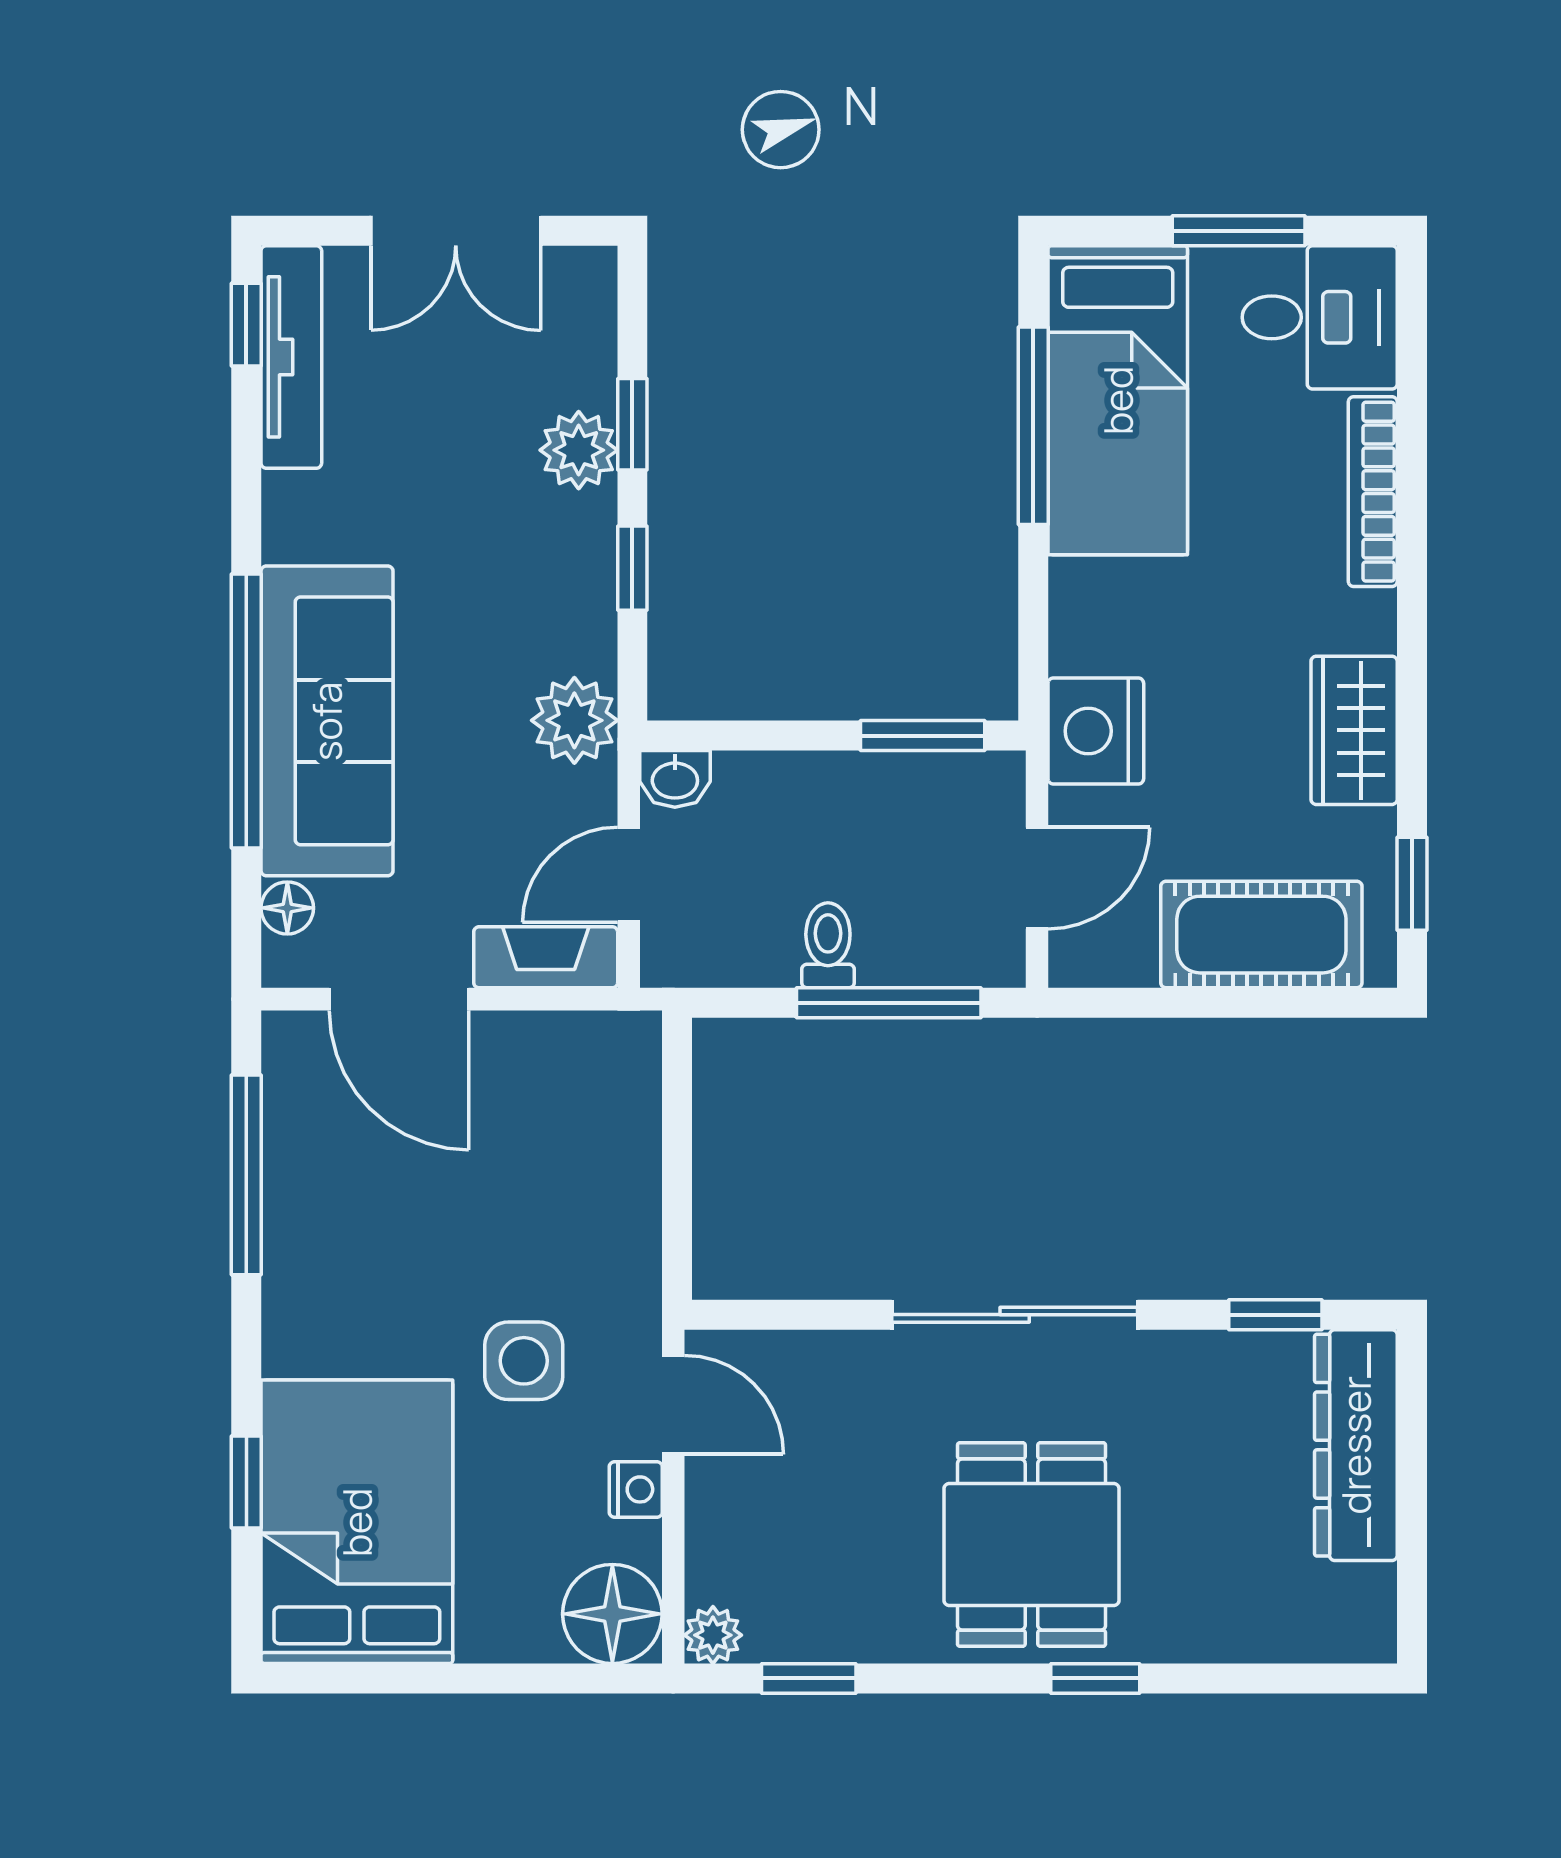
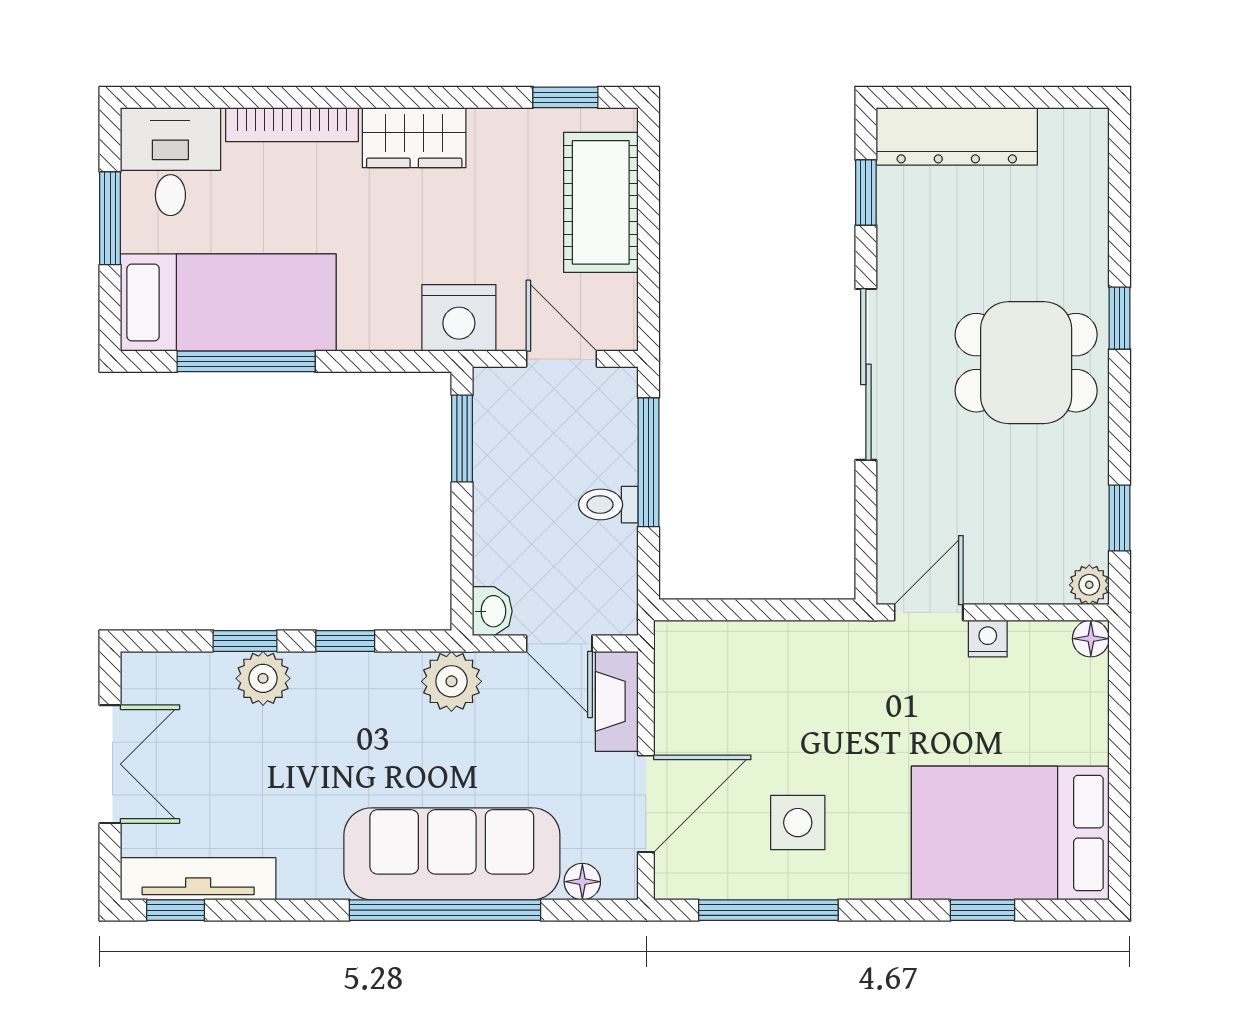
wardrobe: (1354, 730) -> (414, 138), moved
side table: (524, 1361) -> (798, 823), moved
floor lamp: (612, 1614) -> (1091, 639), width x0.53, depth x0.53

